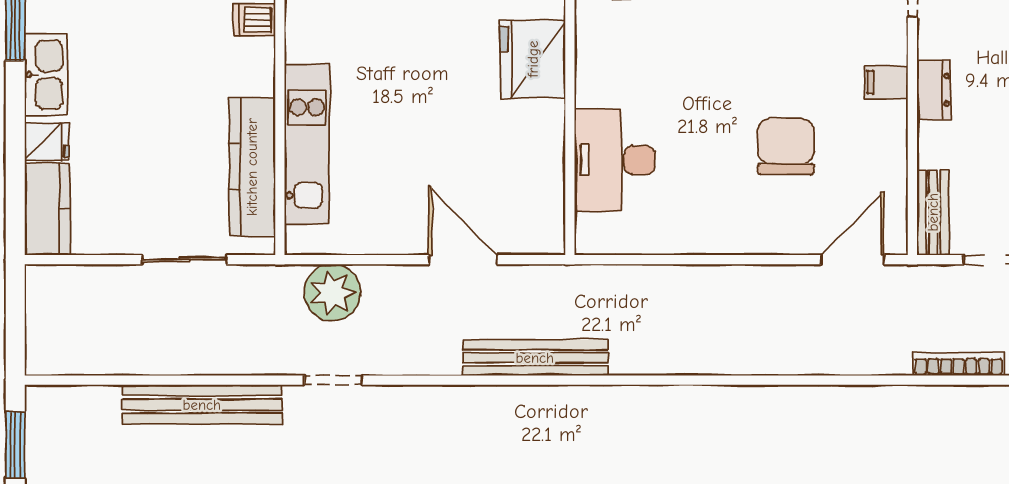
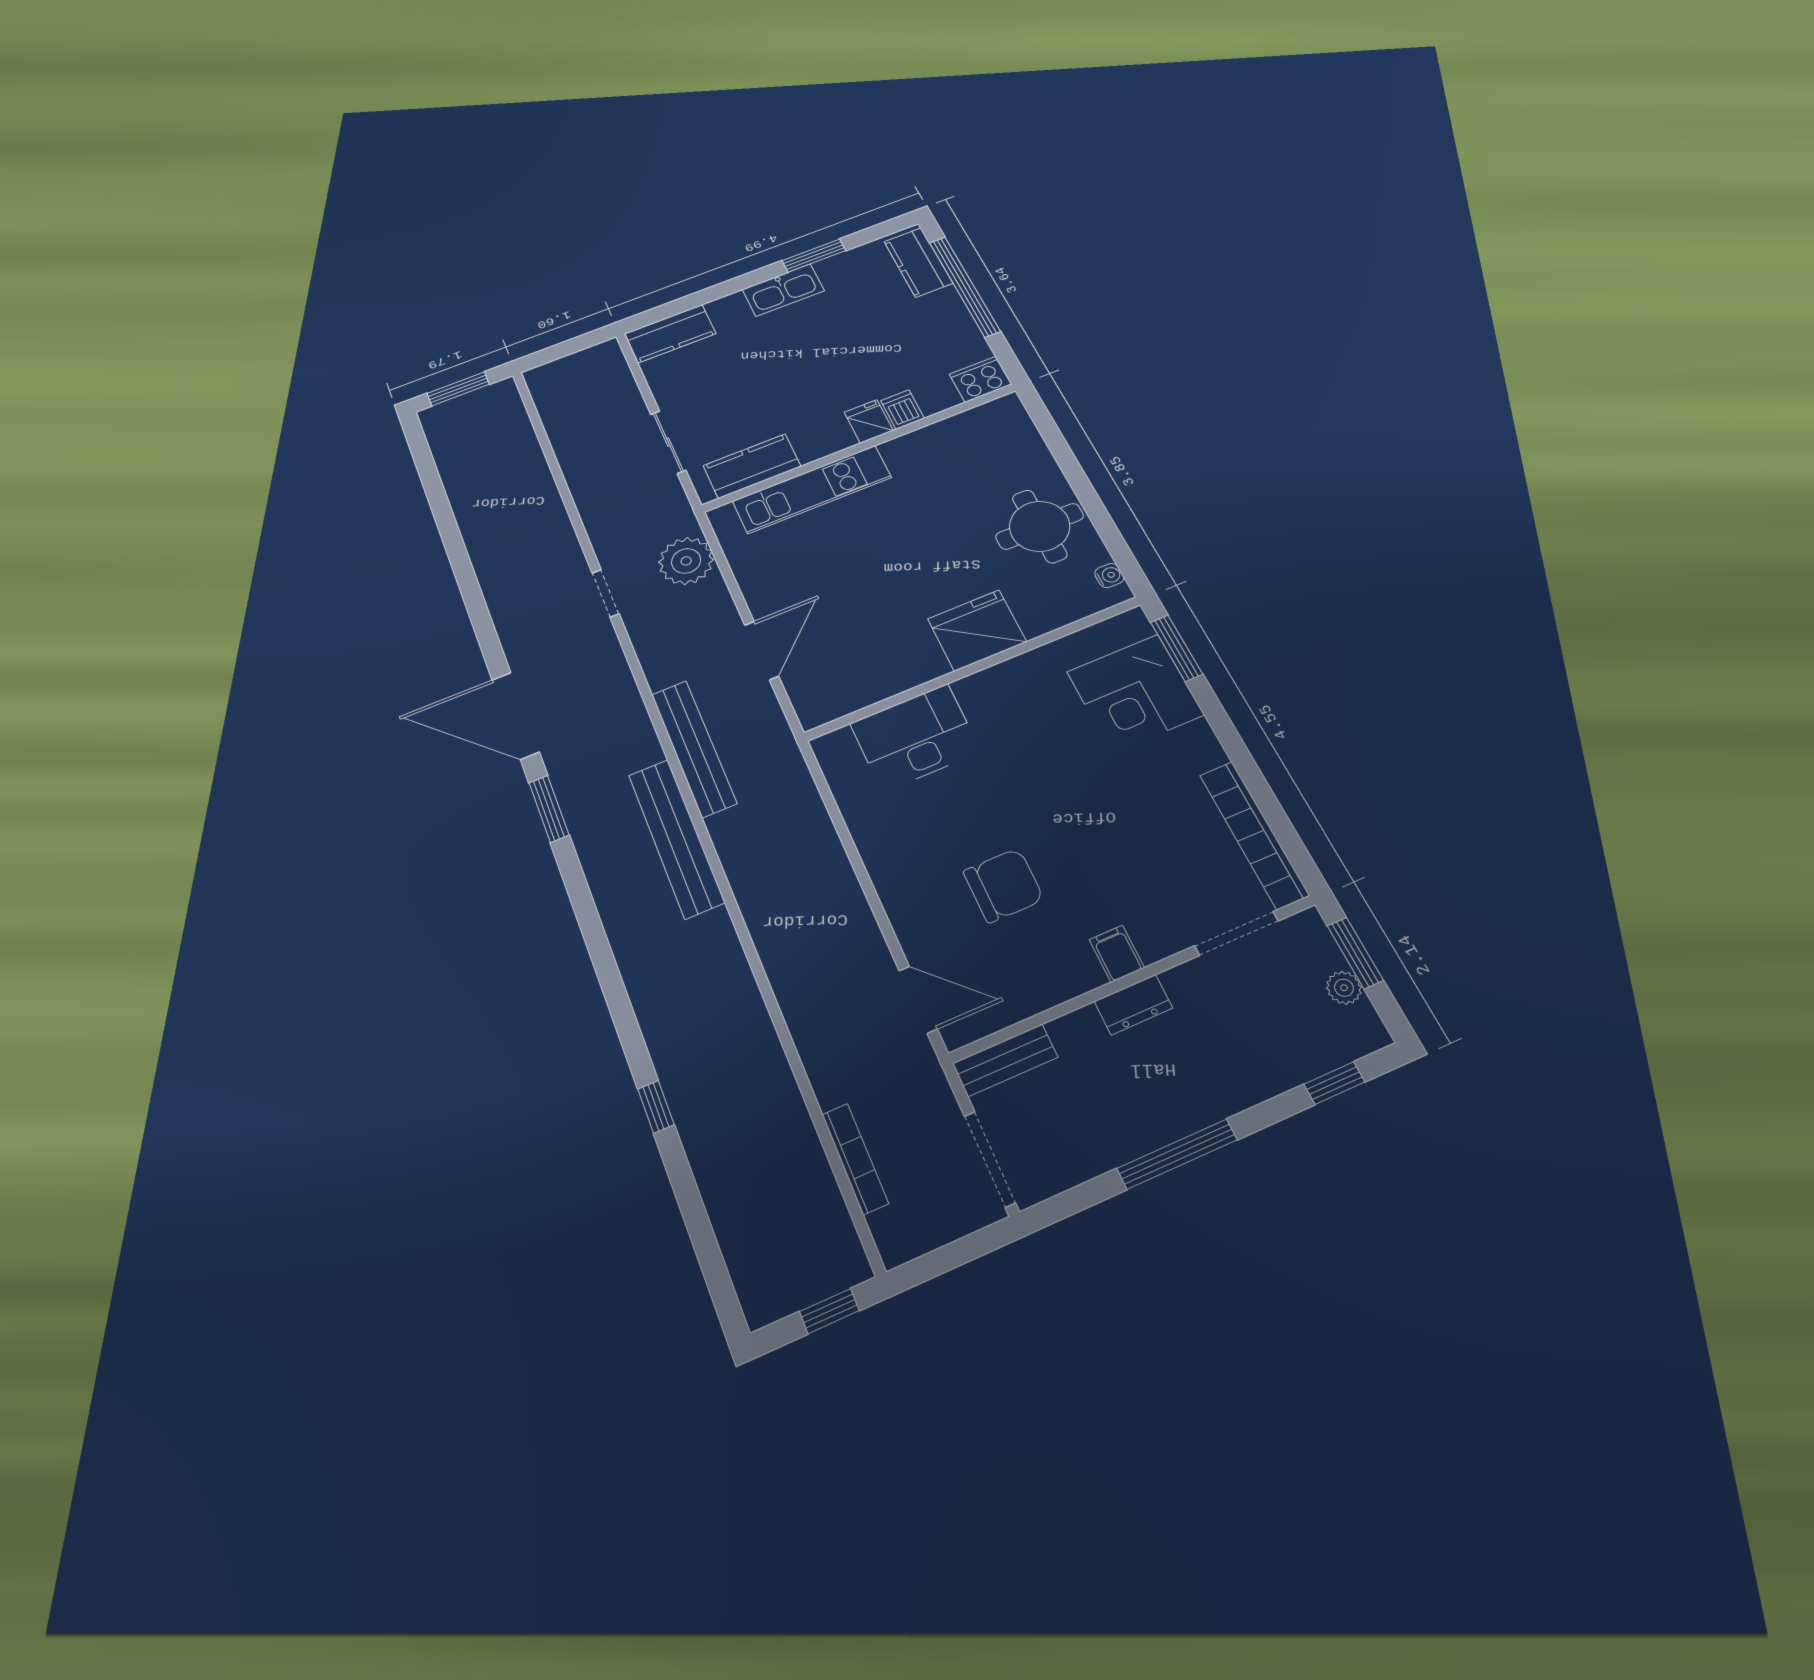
fridge: (47, 142) -> (869, 421), moved, turned 180
kitchen counter: (252, 167) -> (752, 466), width x0.67
bench: (202, 405) -> (676, 838), moved

